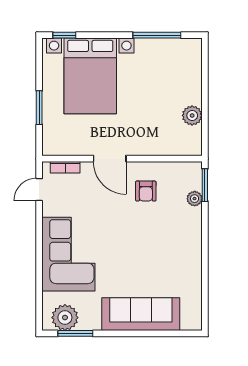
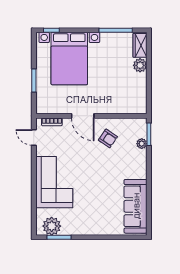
wardrobe: (192, 57) -> (140, 45), added
plant: (192, 115) -> (140, 65), moved
door: (39, 190) -> (34, 137), hinge flipped
armchair: (146, 191) -> (108, 138), turned -56
sofa: (141, 314) -> (136, 206), moved, turned -90

